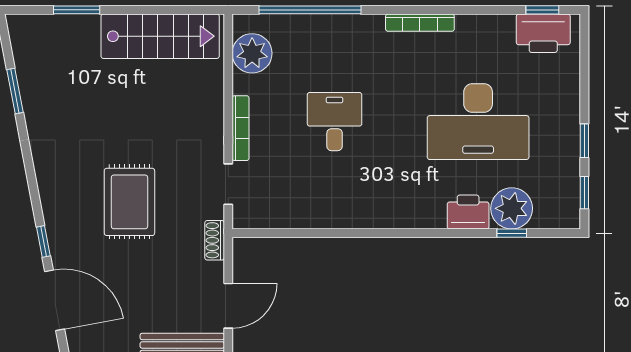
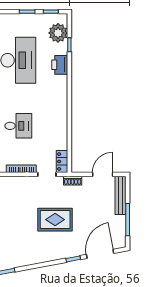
desk: (335, 122) -> (18, 126), turned 180
plant: (512, 208) -> (58, 33), moved
locker: (256, 217) -> (62, 162), added
door: (228, 306) -> (103, 174), hinge flipped

